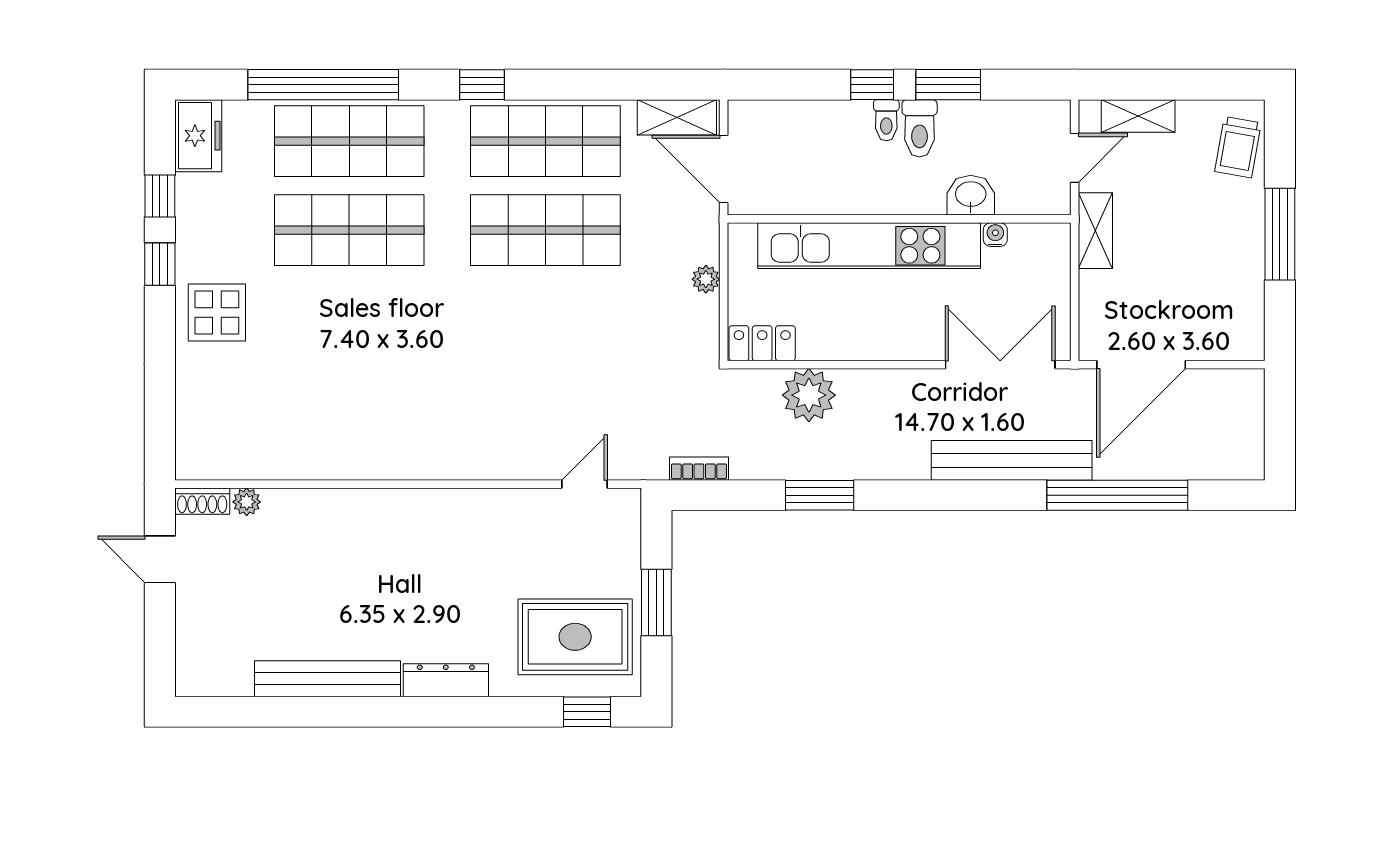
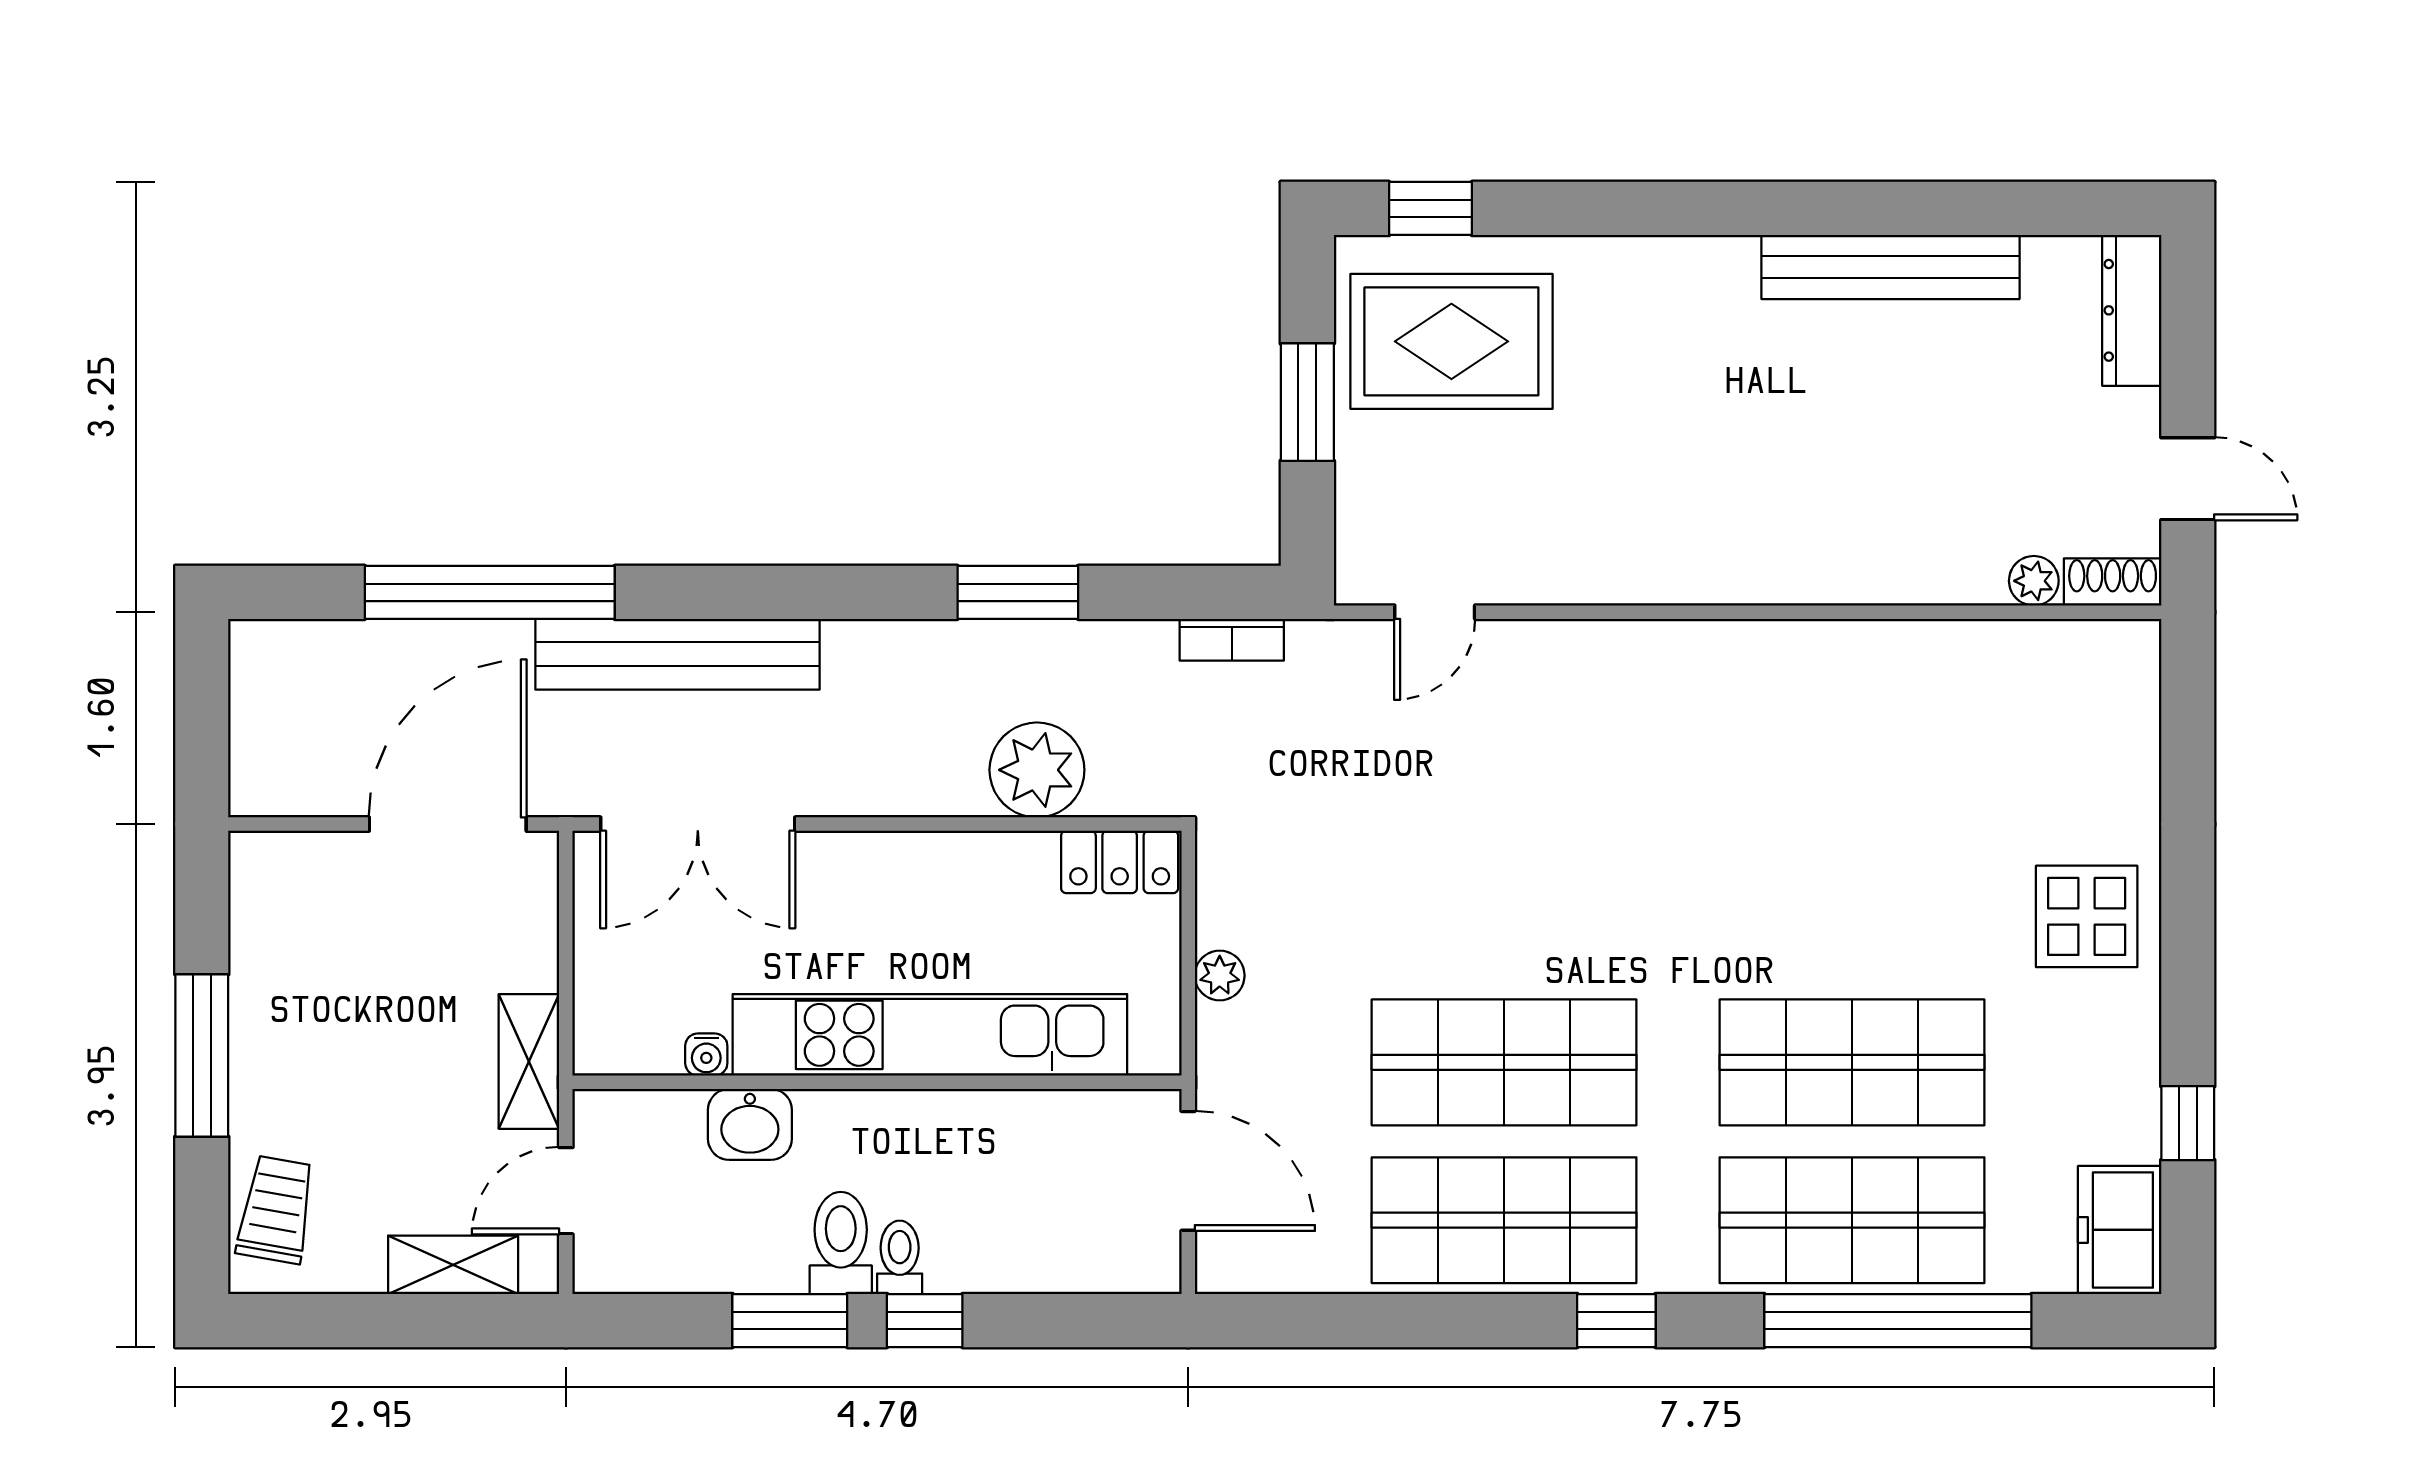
shelving: (677, 117) -> (1271, 1263), removed
window: (160, 264) -> (2188, 1002), removed
dresser: (446, 680) -> (2132, 310), moved, turned 90

